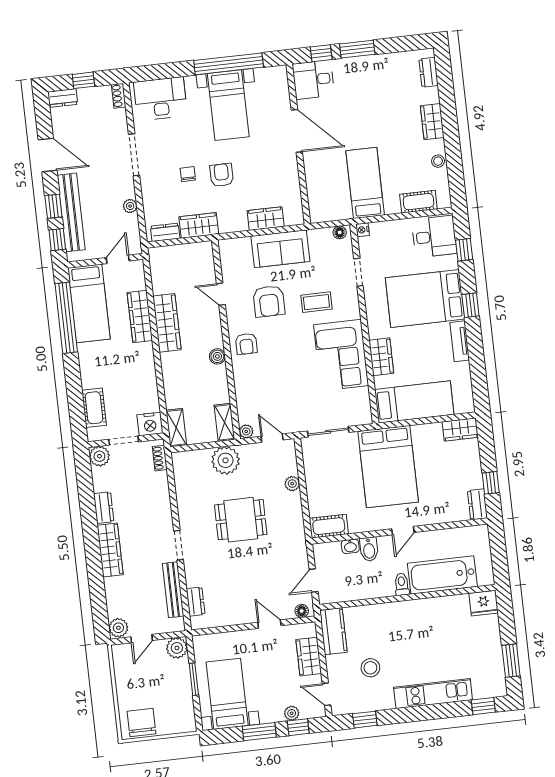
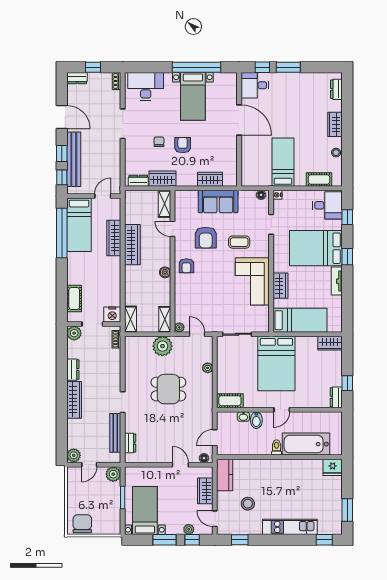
plant: (130, 206) -> (116, 160), removed
shelving: (206, 260) -> (165, 204), added

